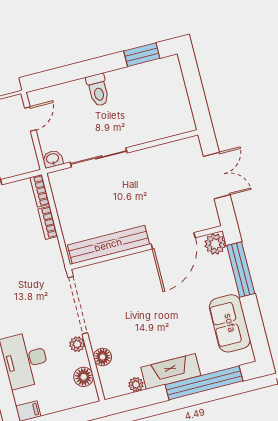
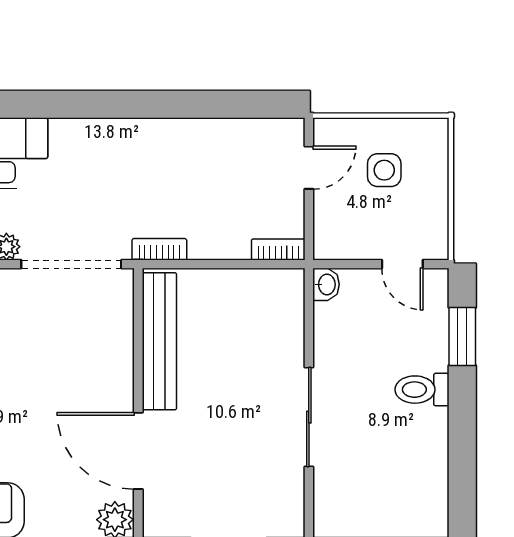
window: (142, 55) -> (462, 336), moved
sliding door: (99, 157) -> (309, 417), moved
bookcase: (48, 223) -> (159, 249), moved

